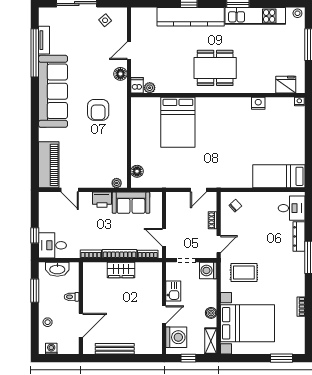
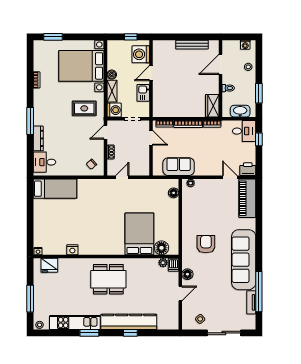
floor lamp: (151, 106) -> (161, 248), added
printer: (102, 200) -> (248, 169), moved
wardrobe: (121, 270) -> (212, 106), moved, turned -90
shelving: (211, 341) -> (112, 91), moved

